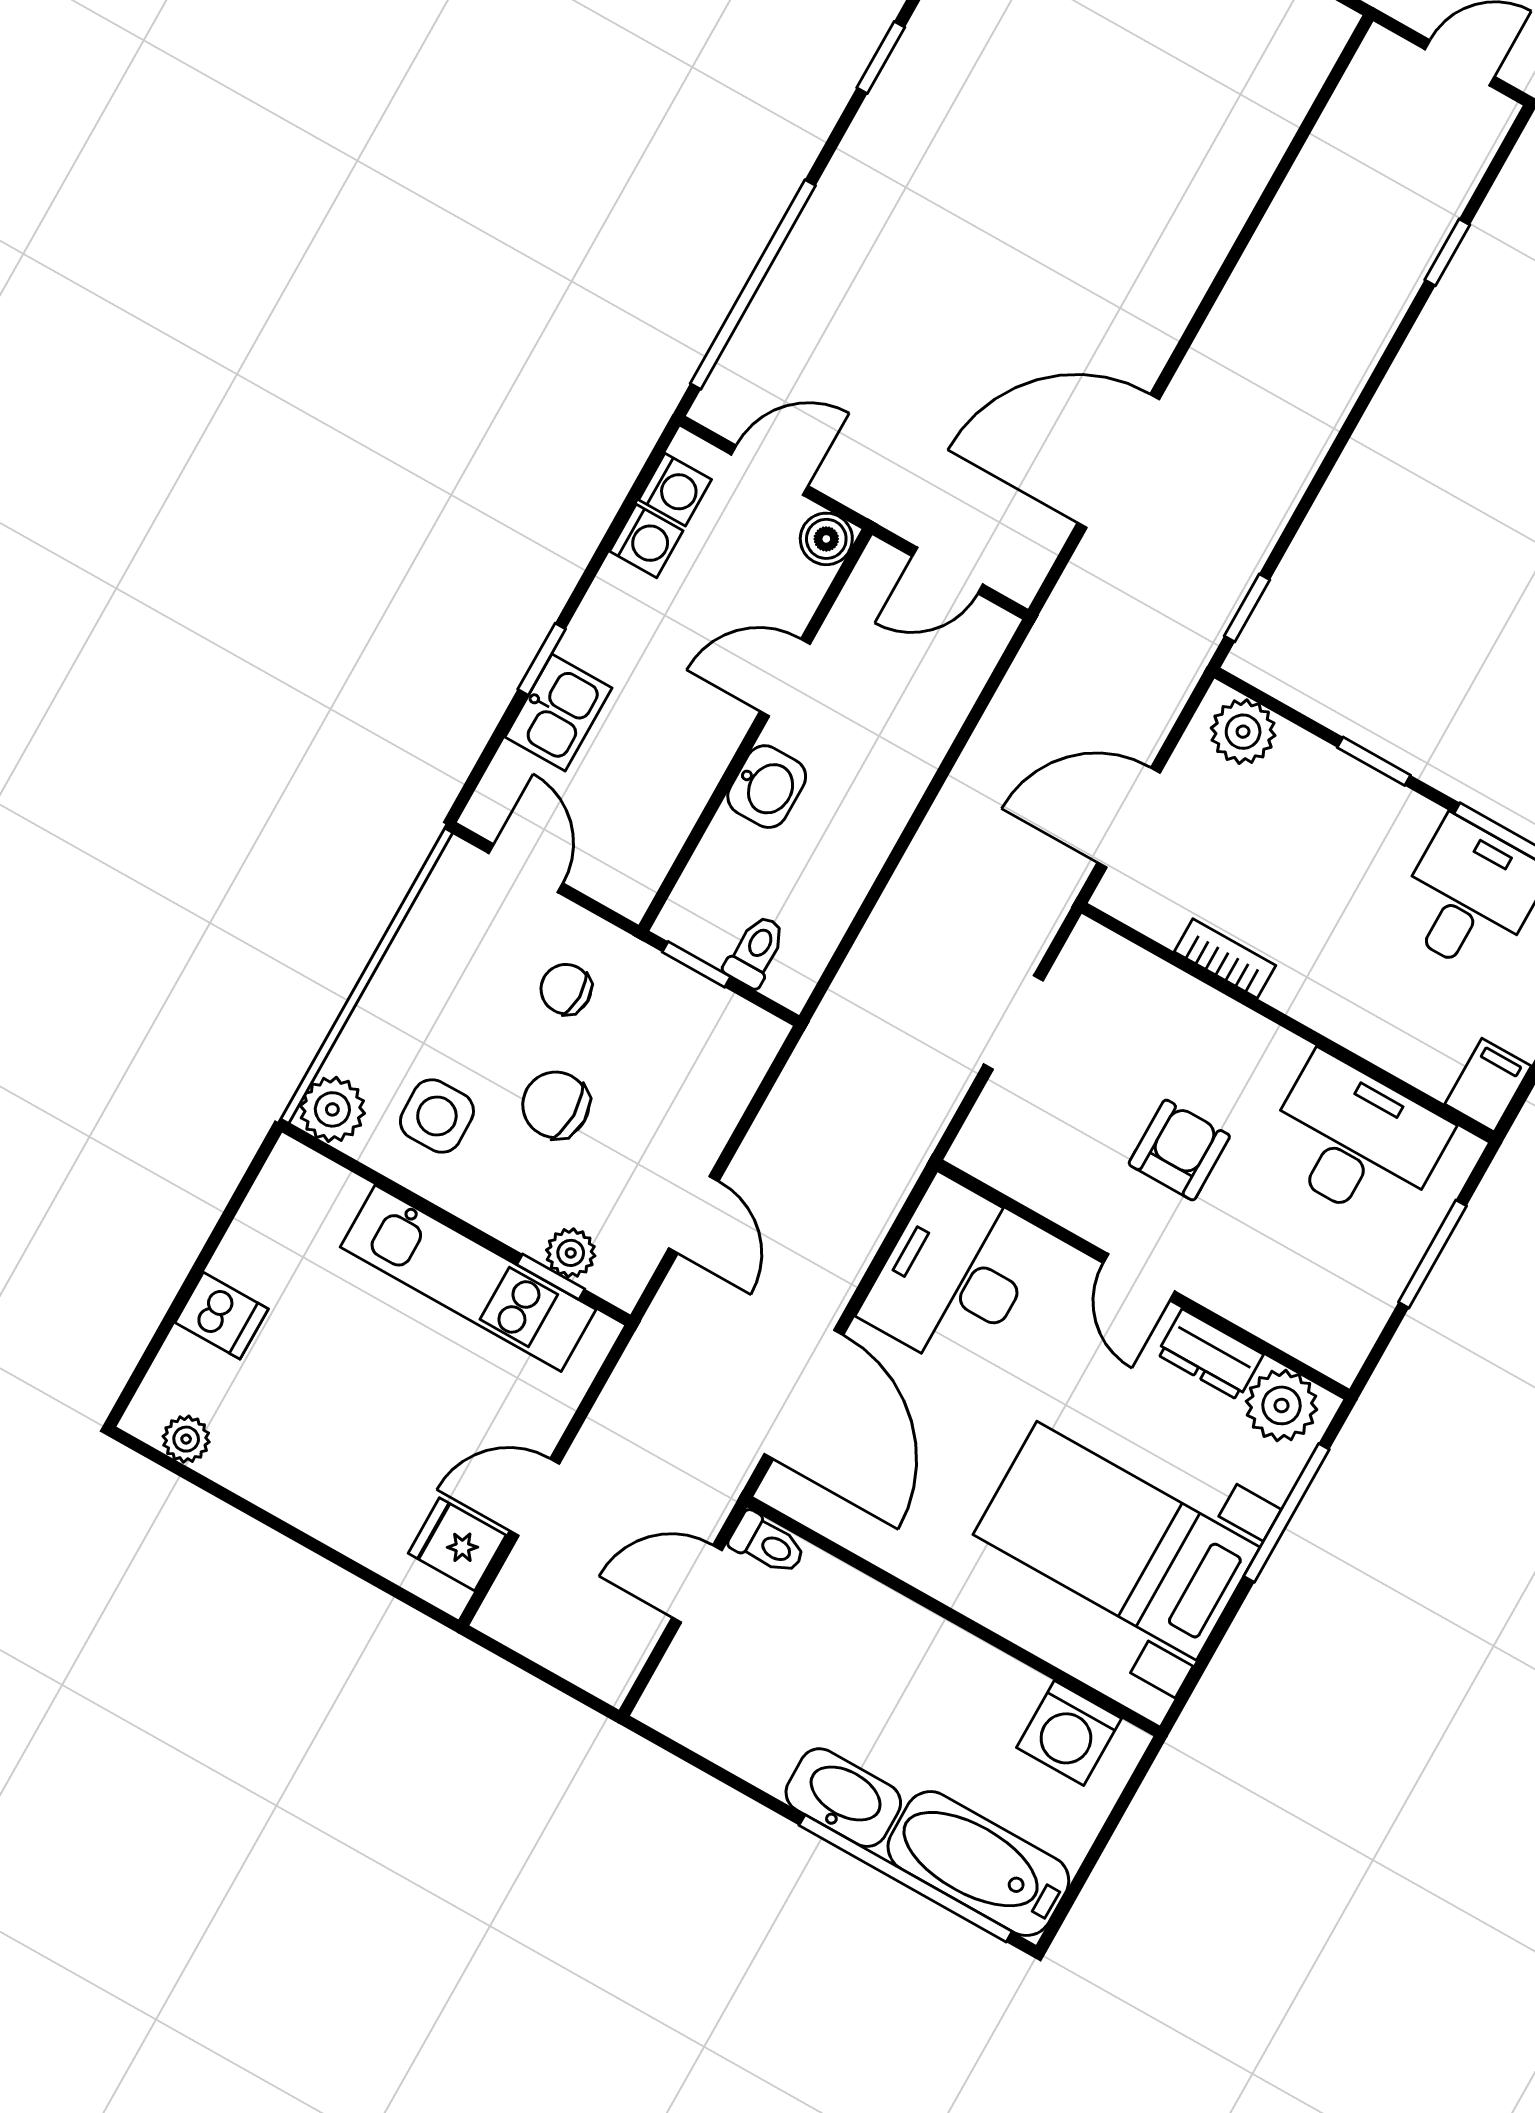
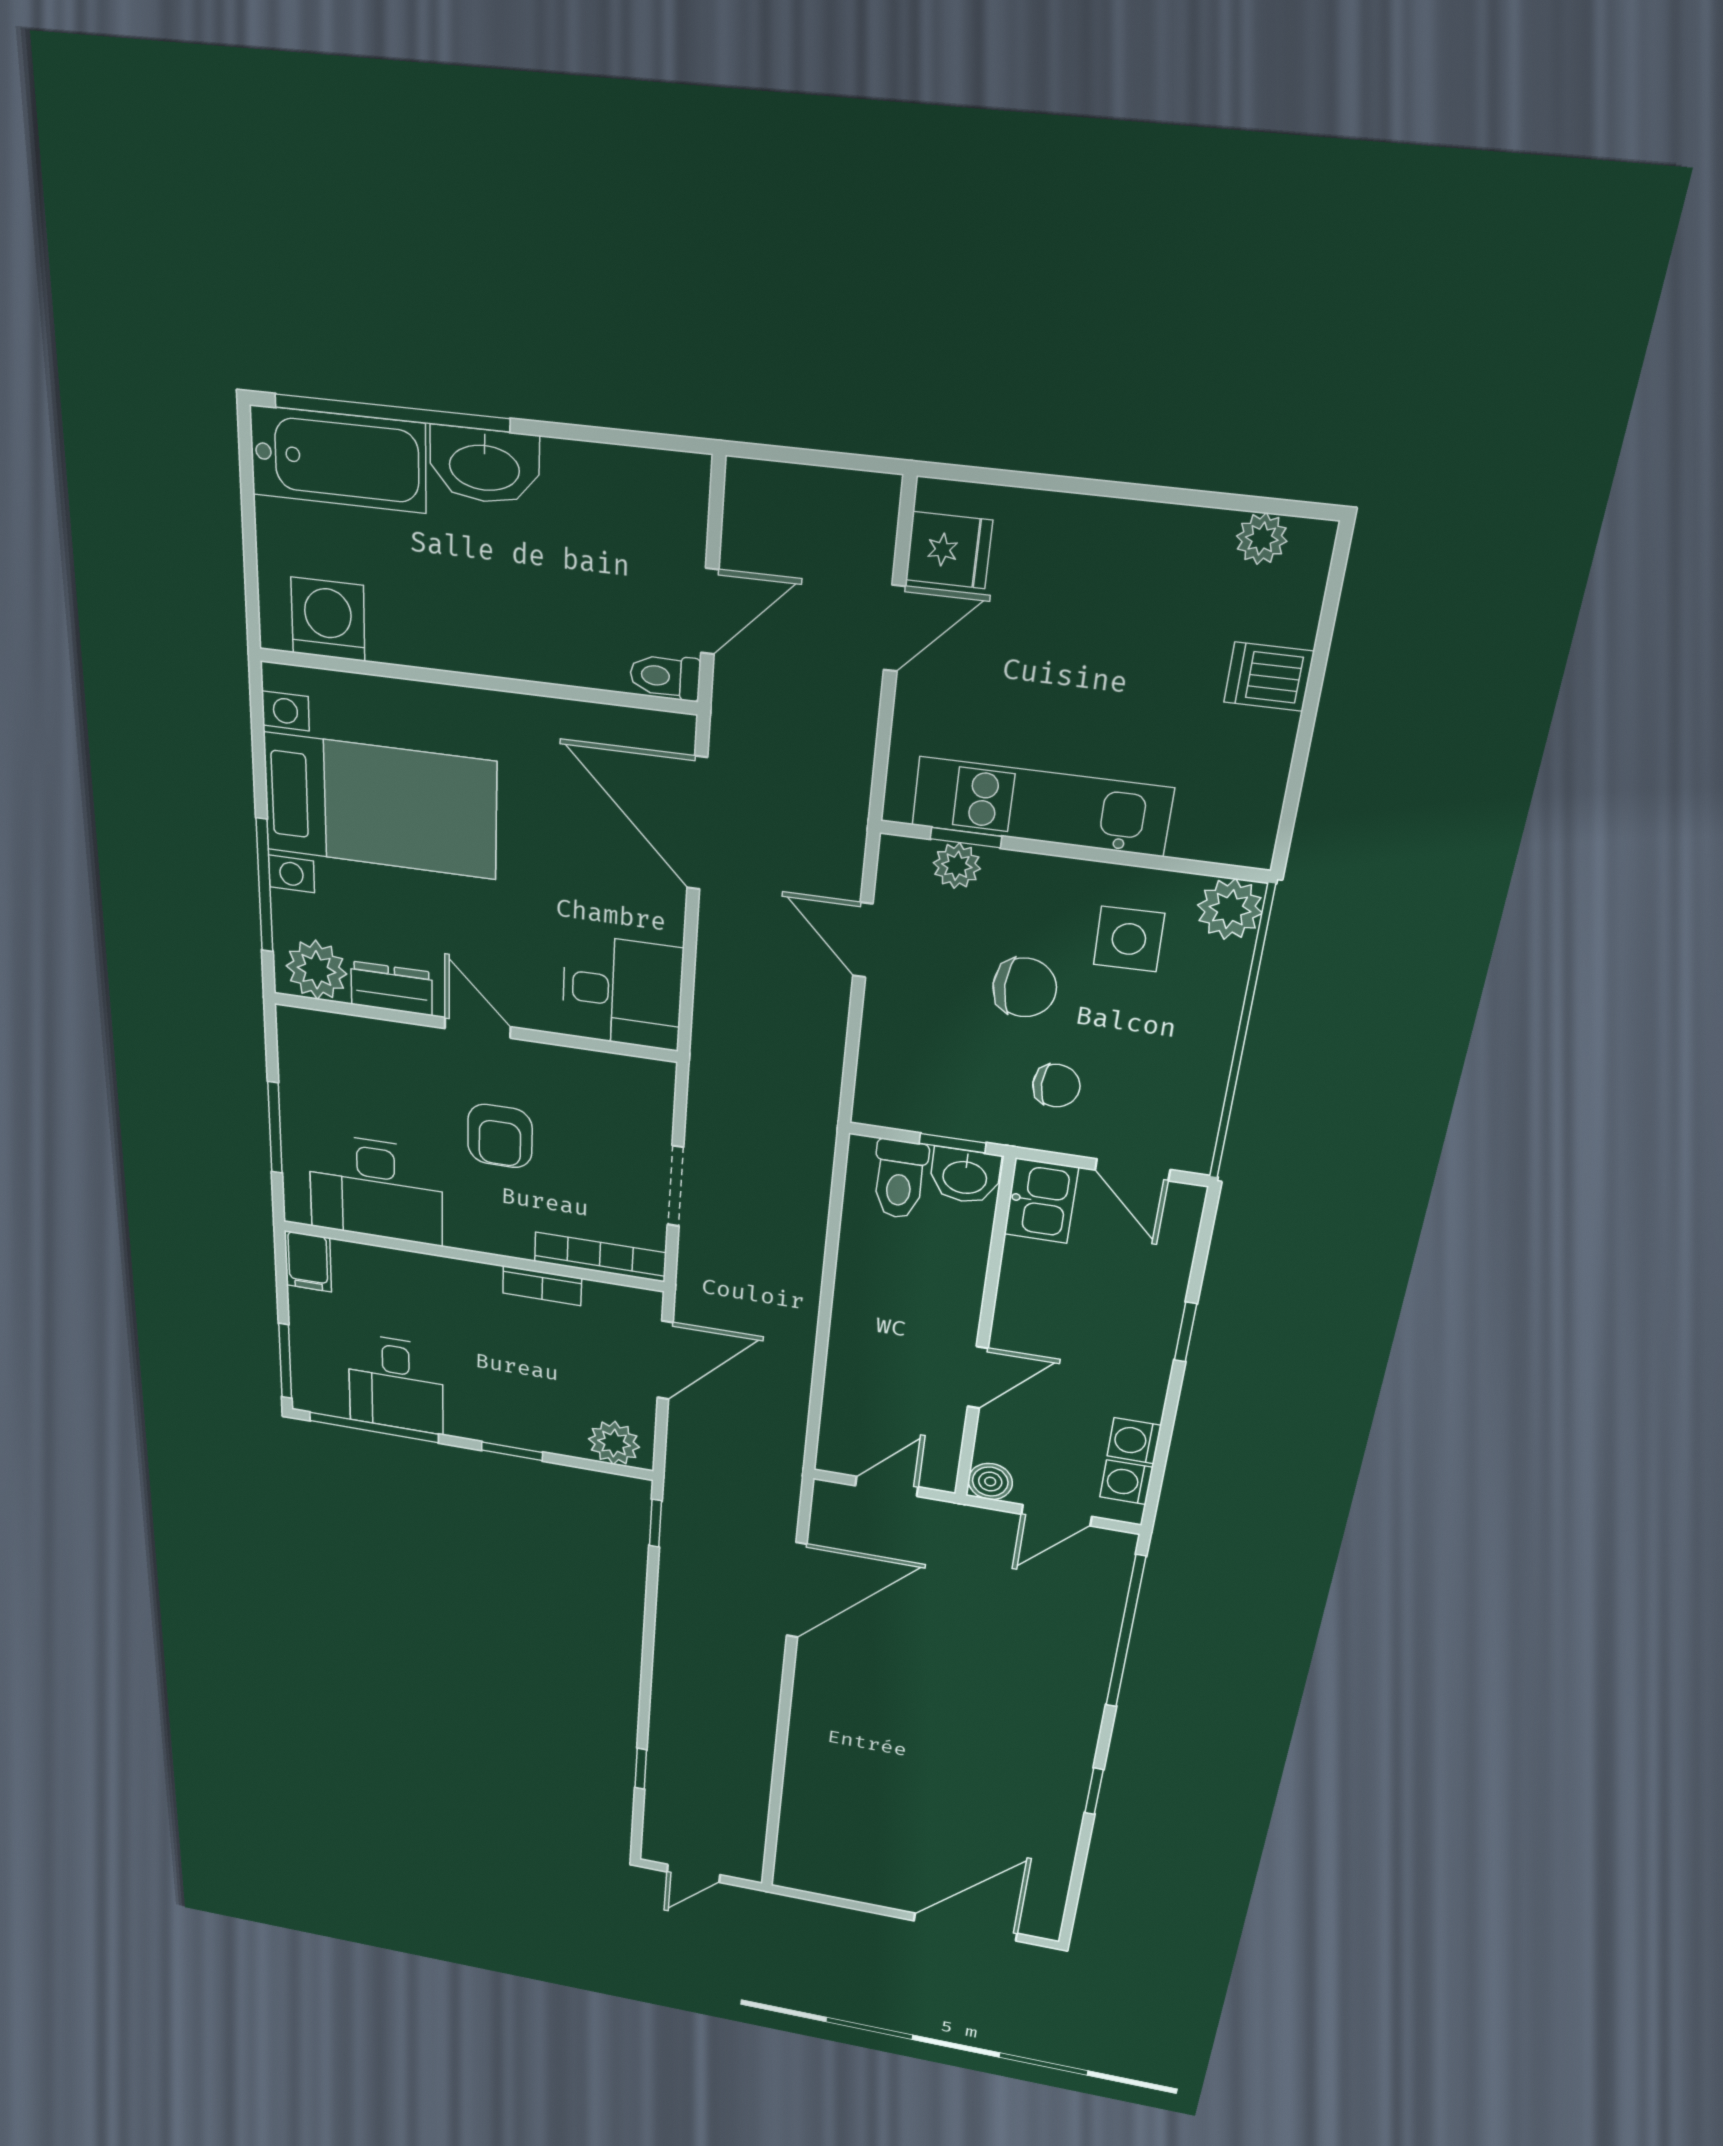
kitchen sink: (558, 712) -> (1041, 1201), moved, turned 180
washbasin: (767, 787) -> (965, 1176), moved, turned -90
toilet: (756, 951) -> (900, 1179), width x1.37, depth x1.39
bookcase: (1140, 970) -> (600, 1257), added
desk: (953, 1275) -> (622, 992), width x0.73

